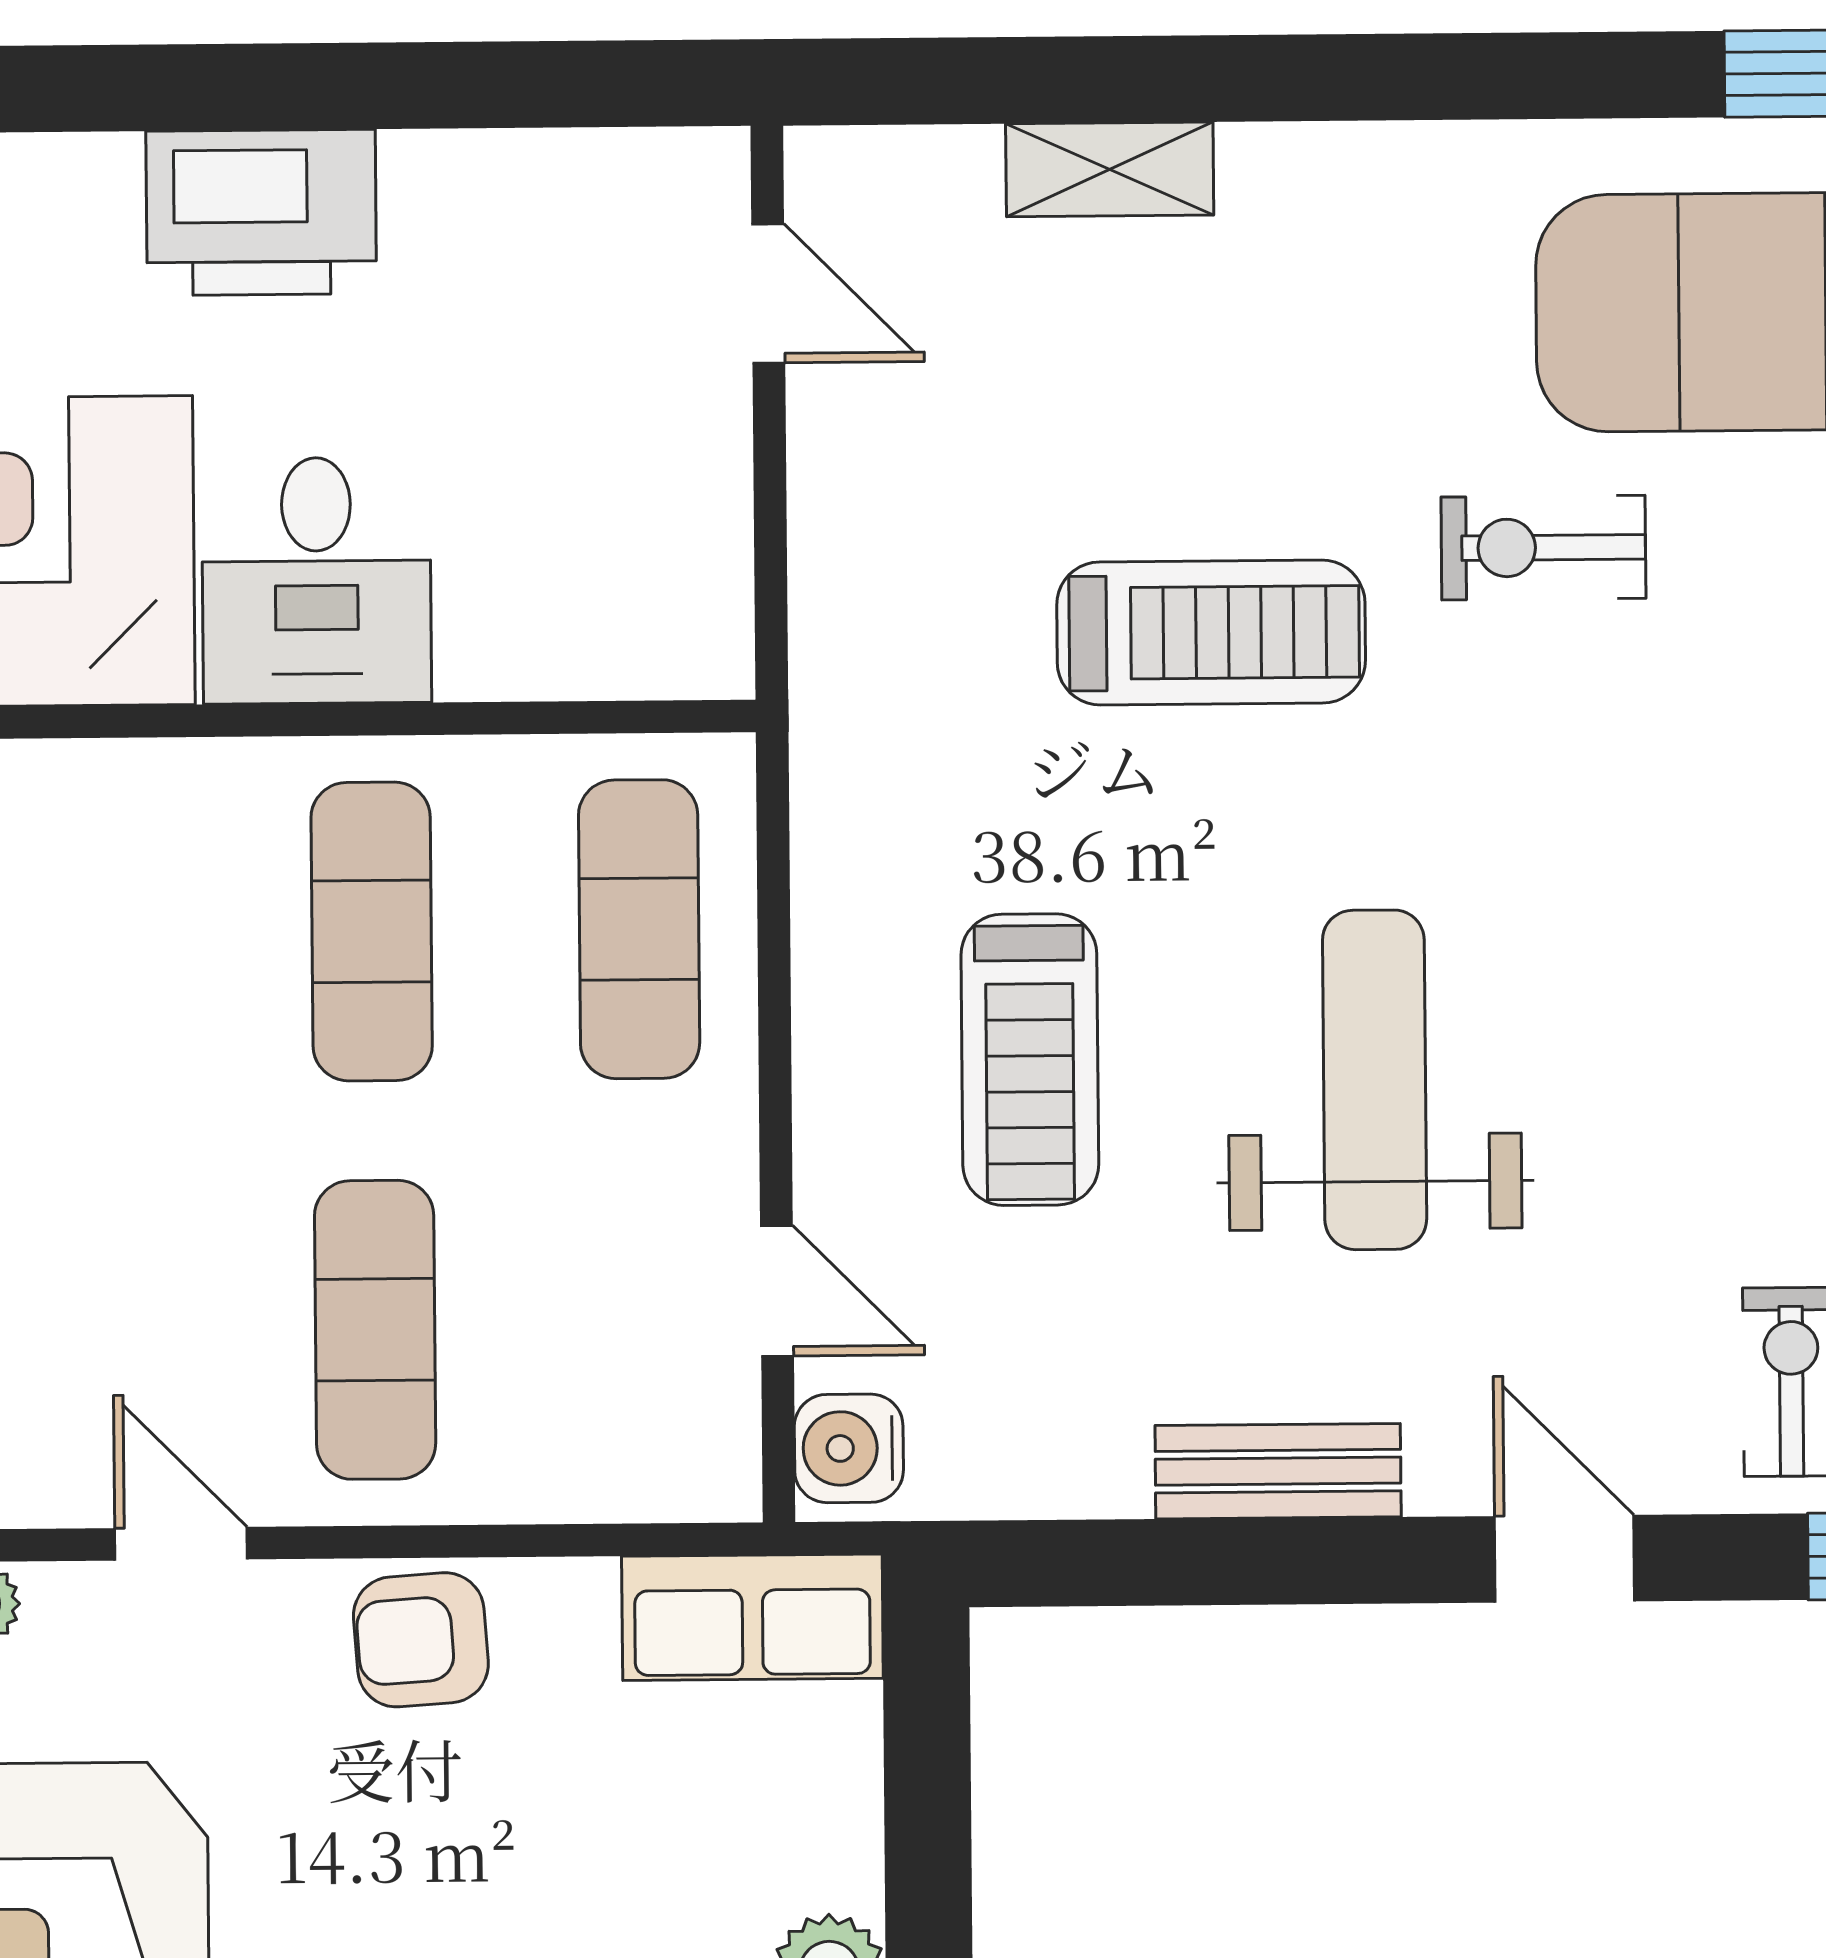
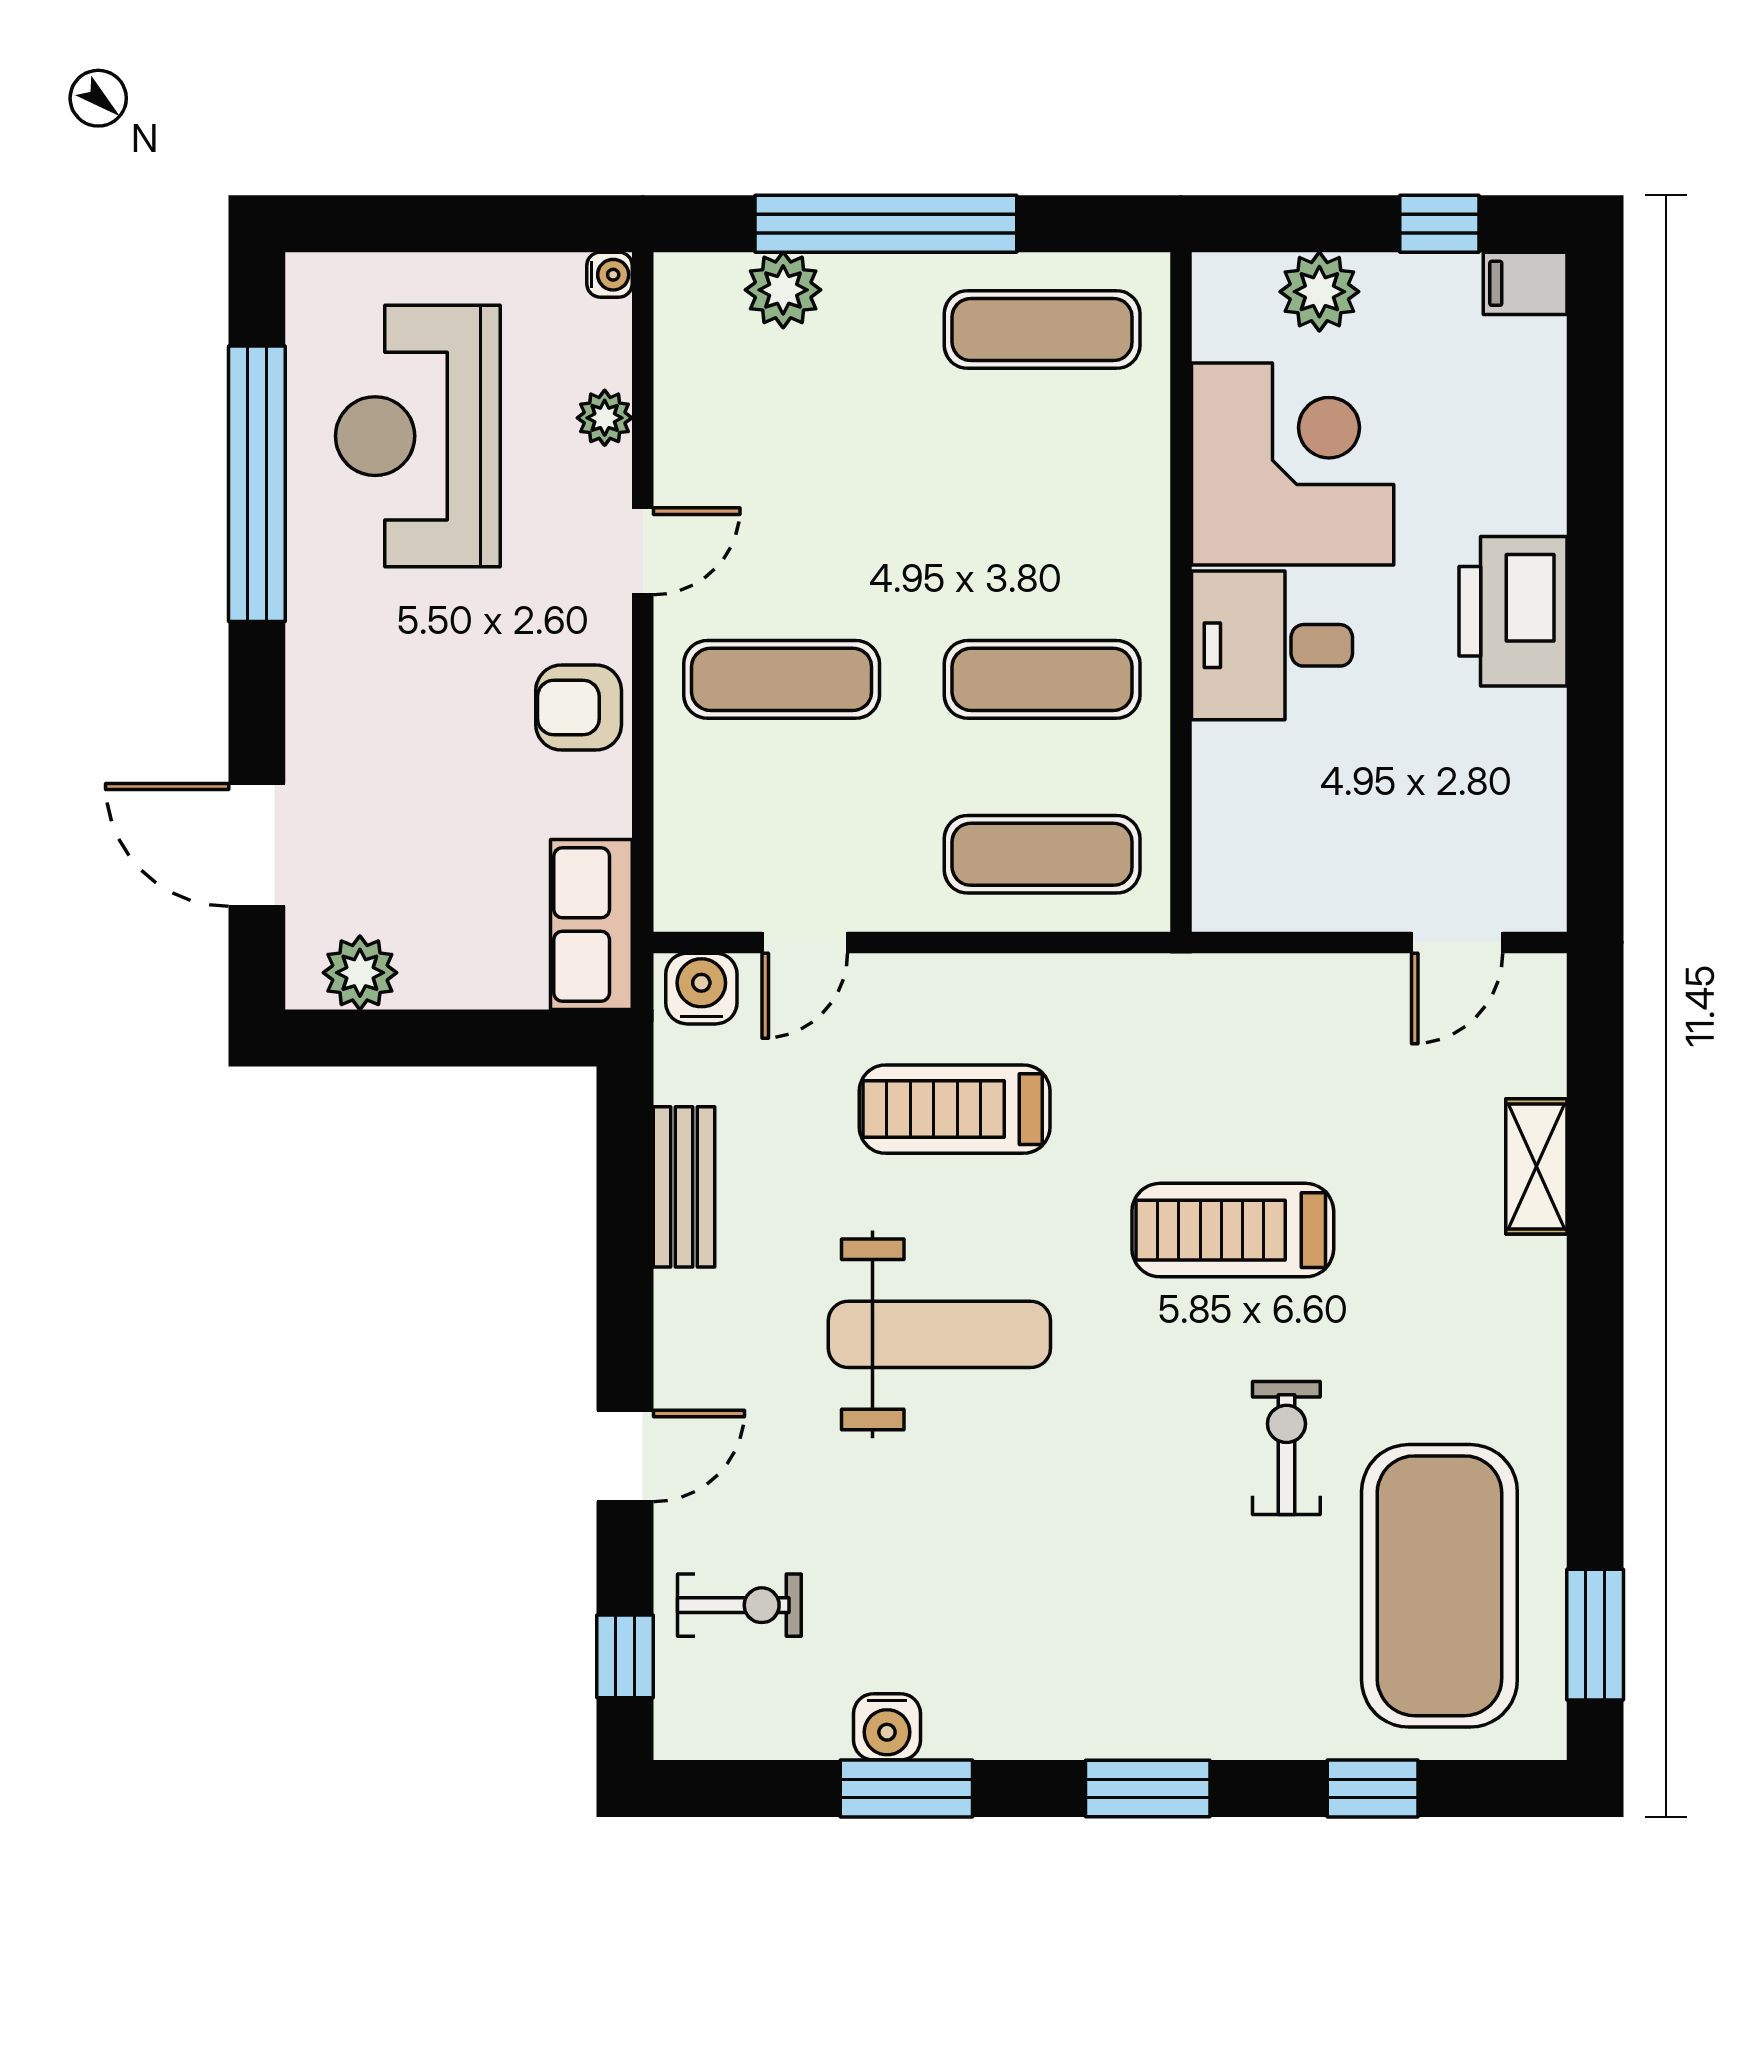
treadmill: (1211, 633) -> (1233, 1230), turned 90
bench: (1278, 1471) -> (684, 1187), moved
armchair: (421, 1640) -> (579, 708), turned -86

